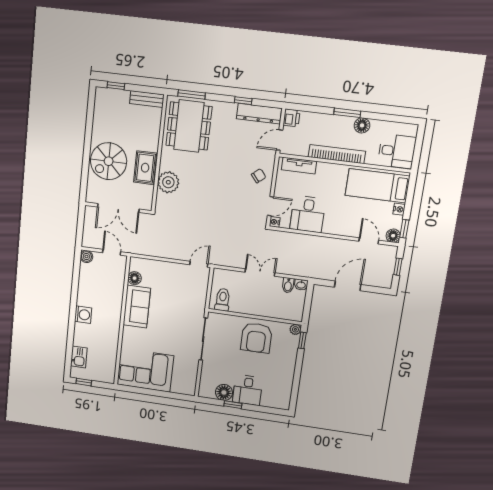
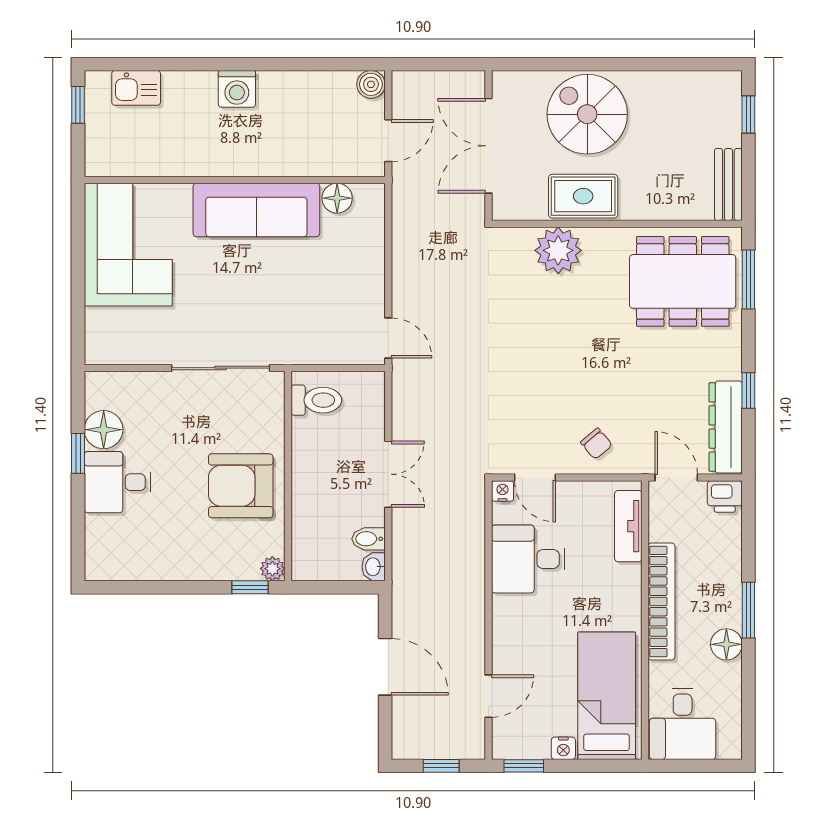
floor lamp: (393, 236) -> (506, 745), removed
sofa: (137, 307) -> (256, 210), width x1.36

